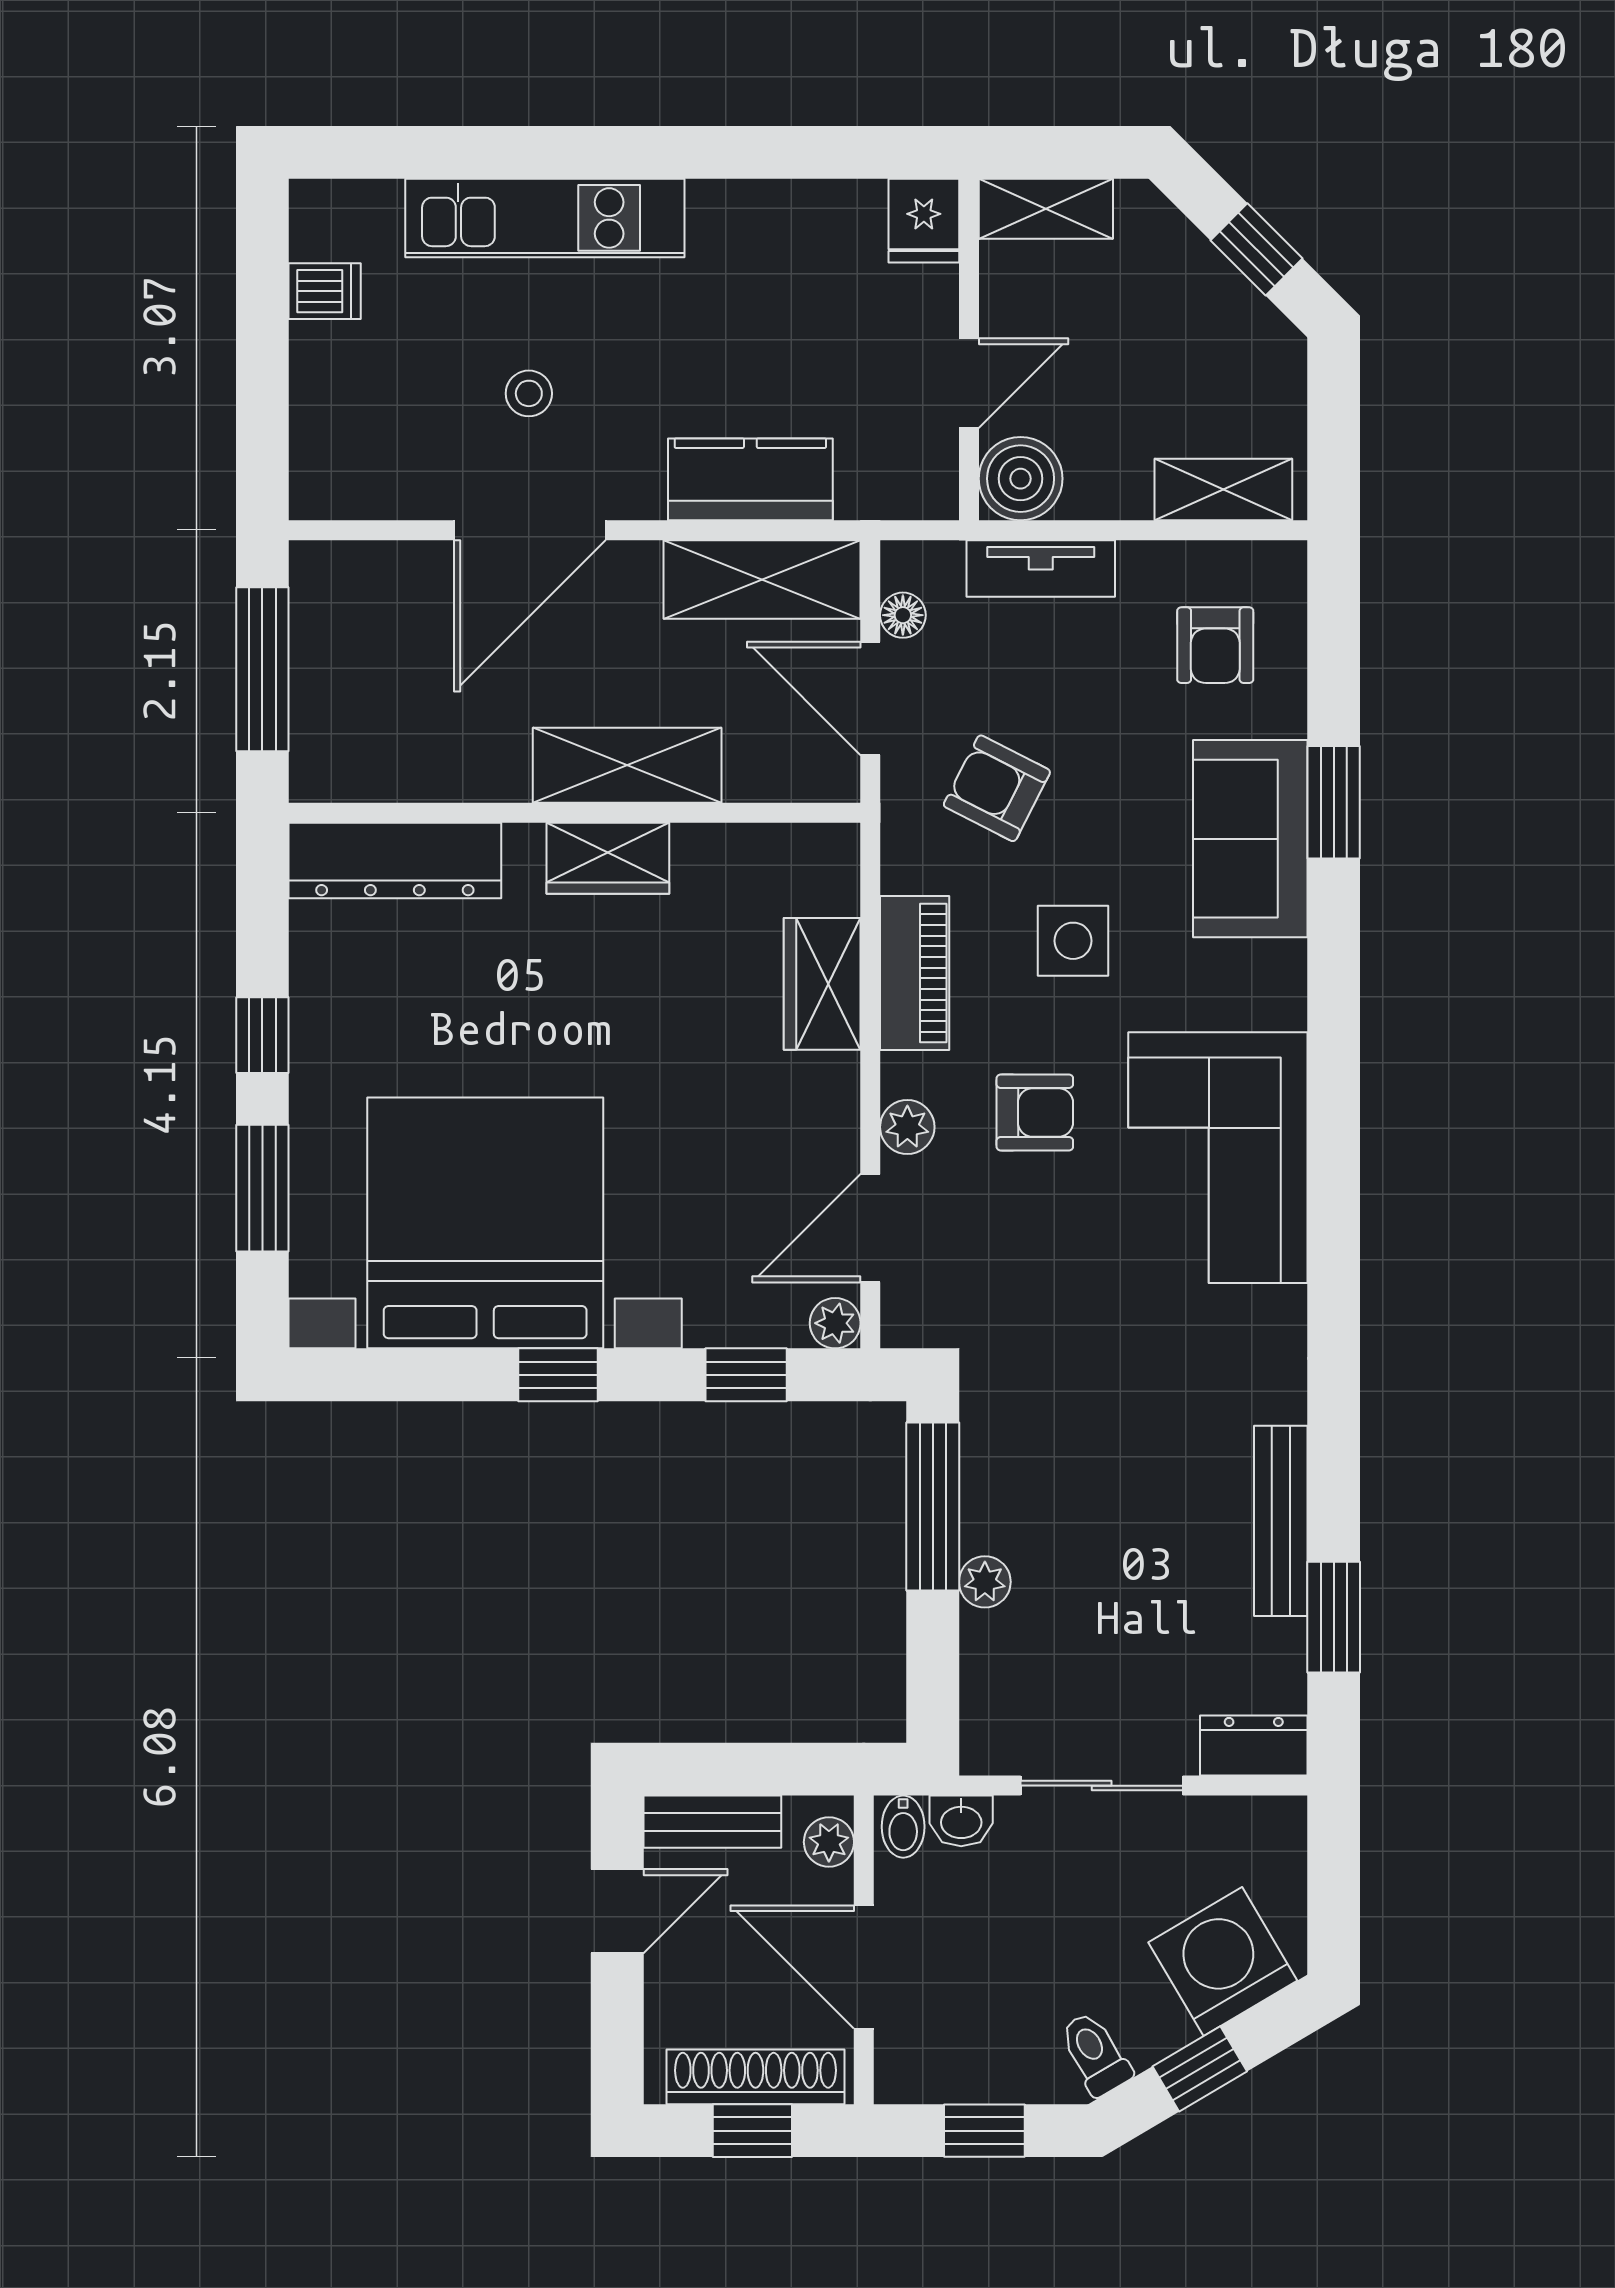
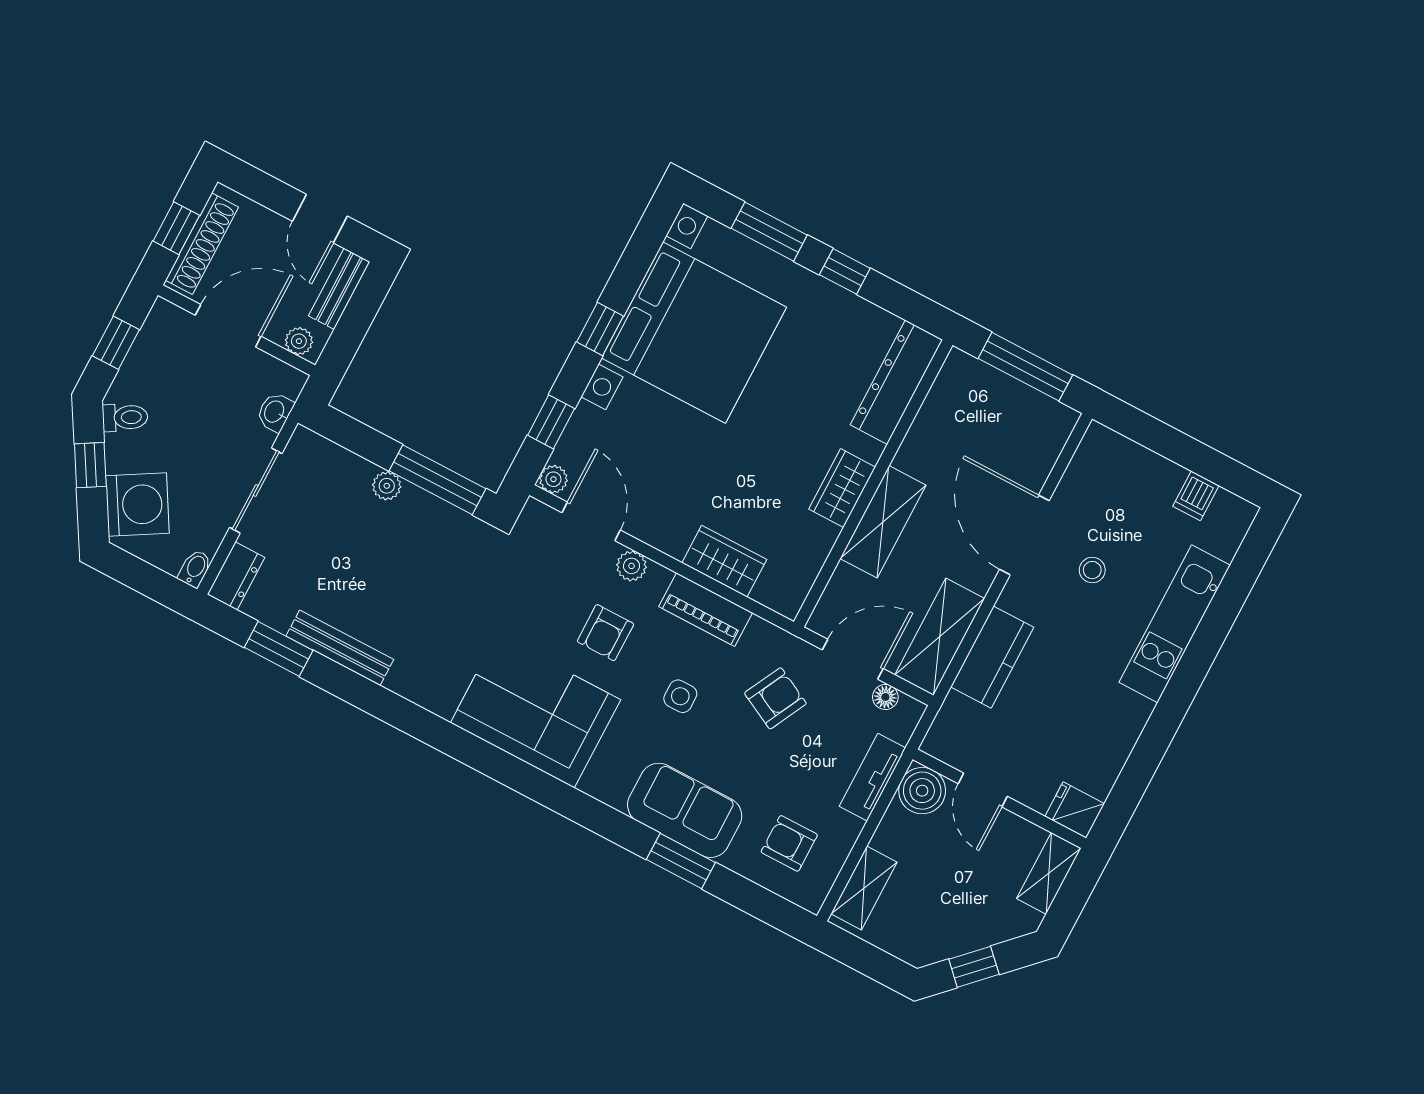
side table: (1073, 941) -> (680, 696), width x0.73, depth x0.73
bidet: (903, 1827) -> (195, 569), moved, turned 90

